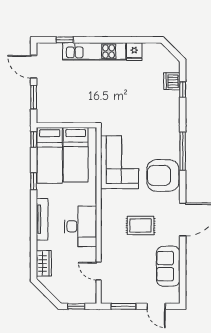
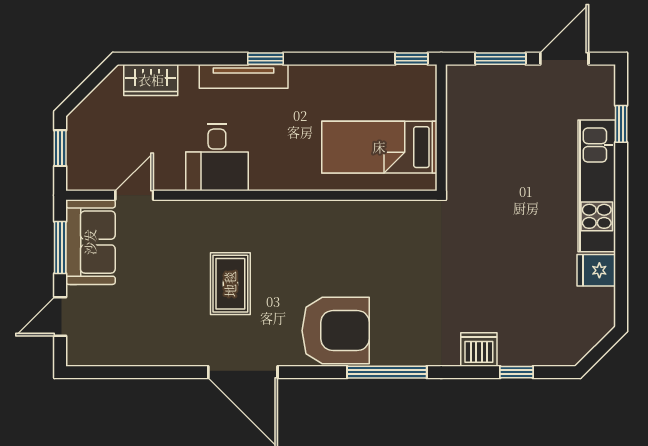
dishwasher: (172, 81) -> (479, 349), moved
bed: (50, 155) -> (378, 92), removed
corner sofa: (120, 162) -> (364, 239), removed
armchair: (163, 175) -> (336, 331), turned 90
window: (34, 181) -> (265, 59), moved
desk: (81, 226) -> (217, 157), width x0.73
sofa: (168, 266) -> (90, 242), moved, turned 90

